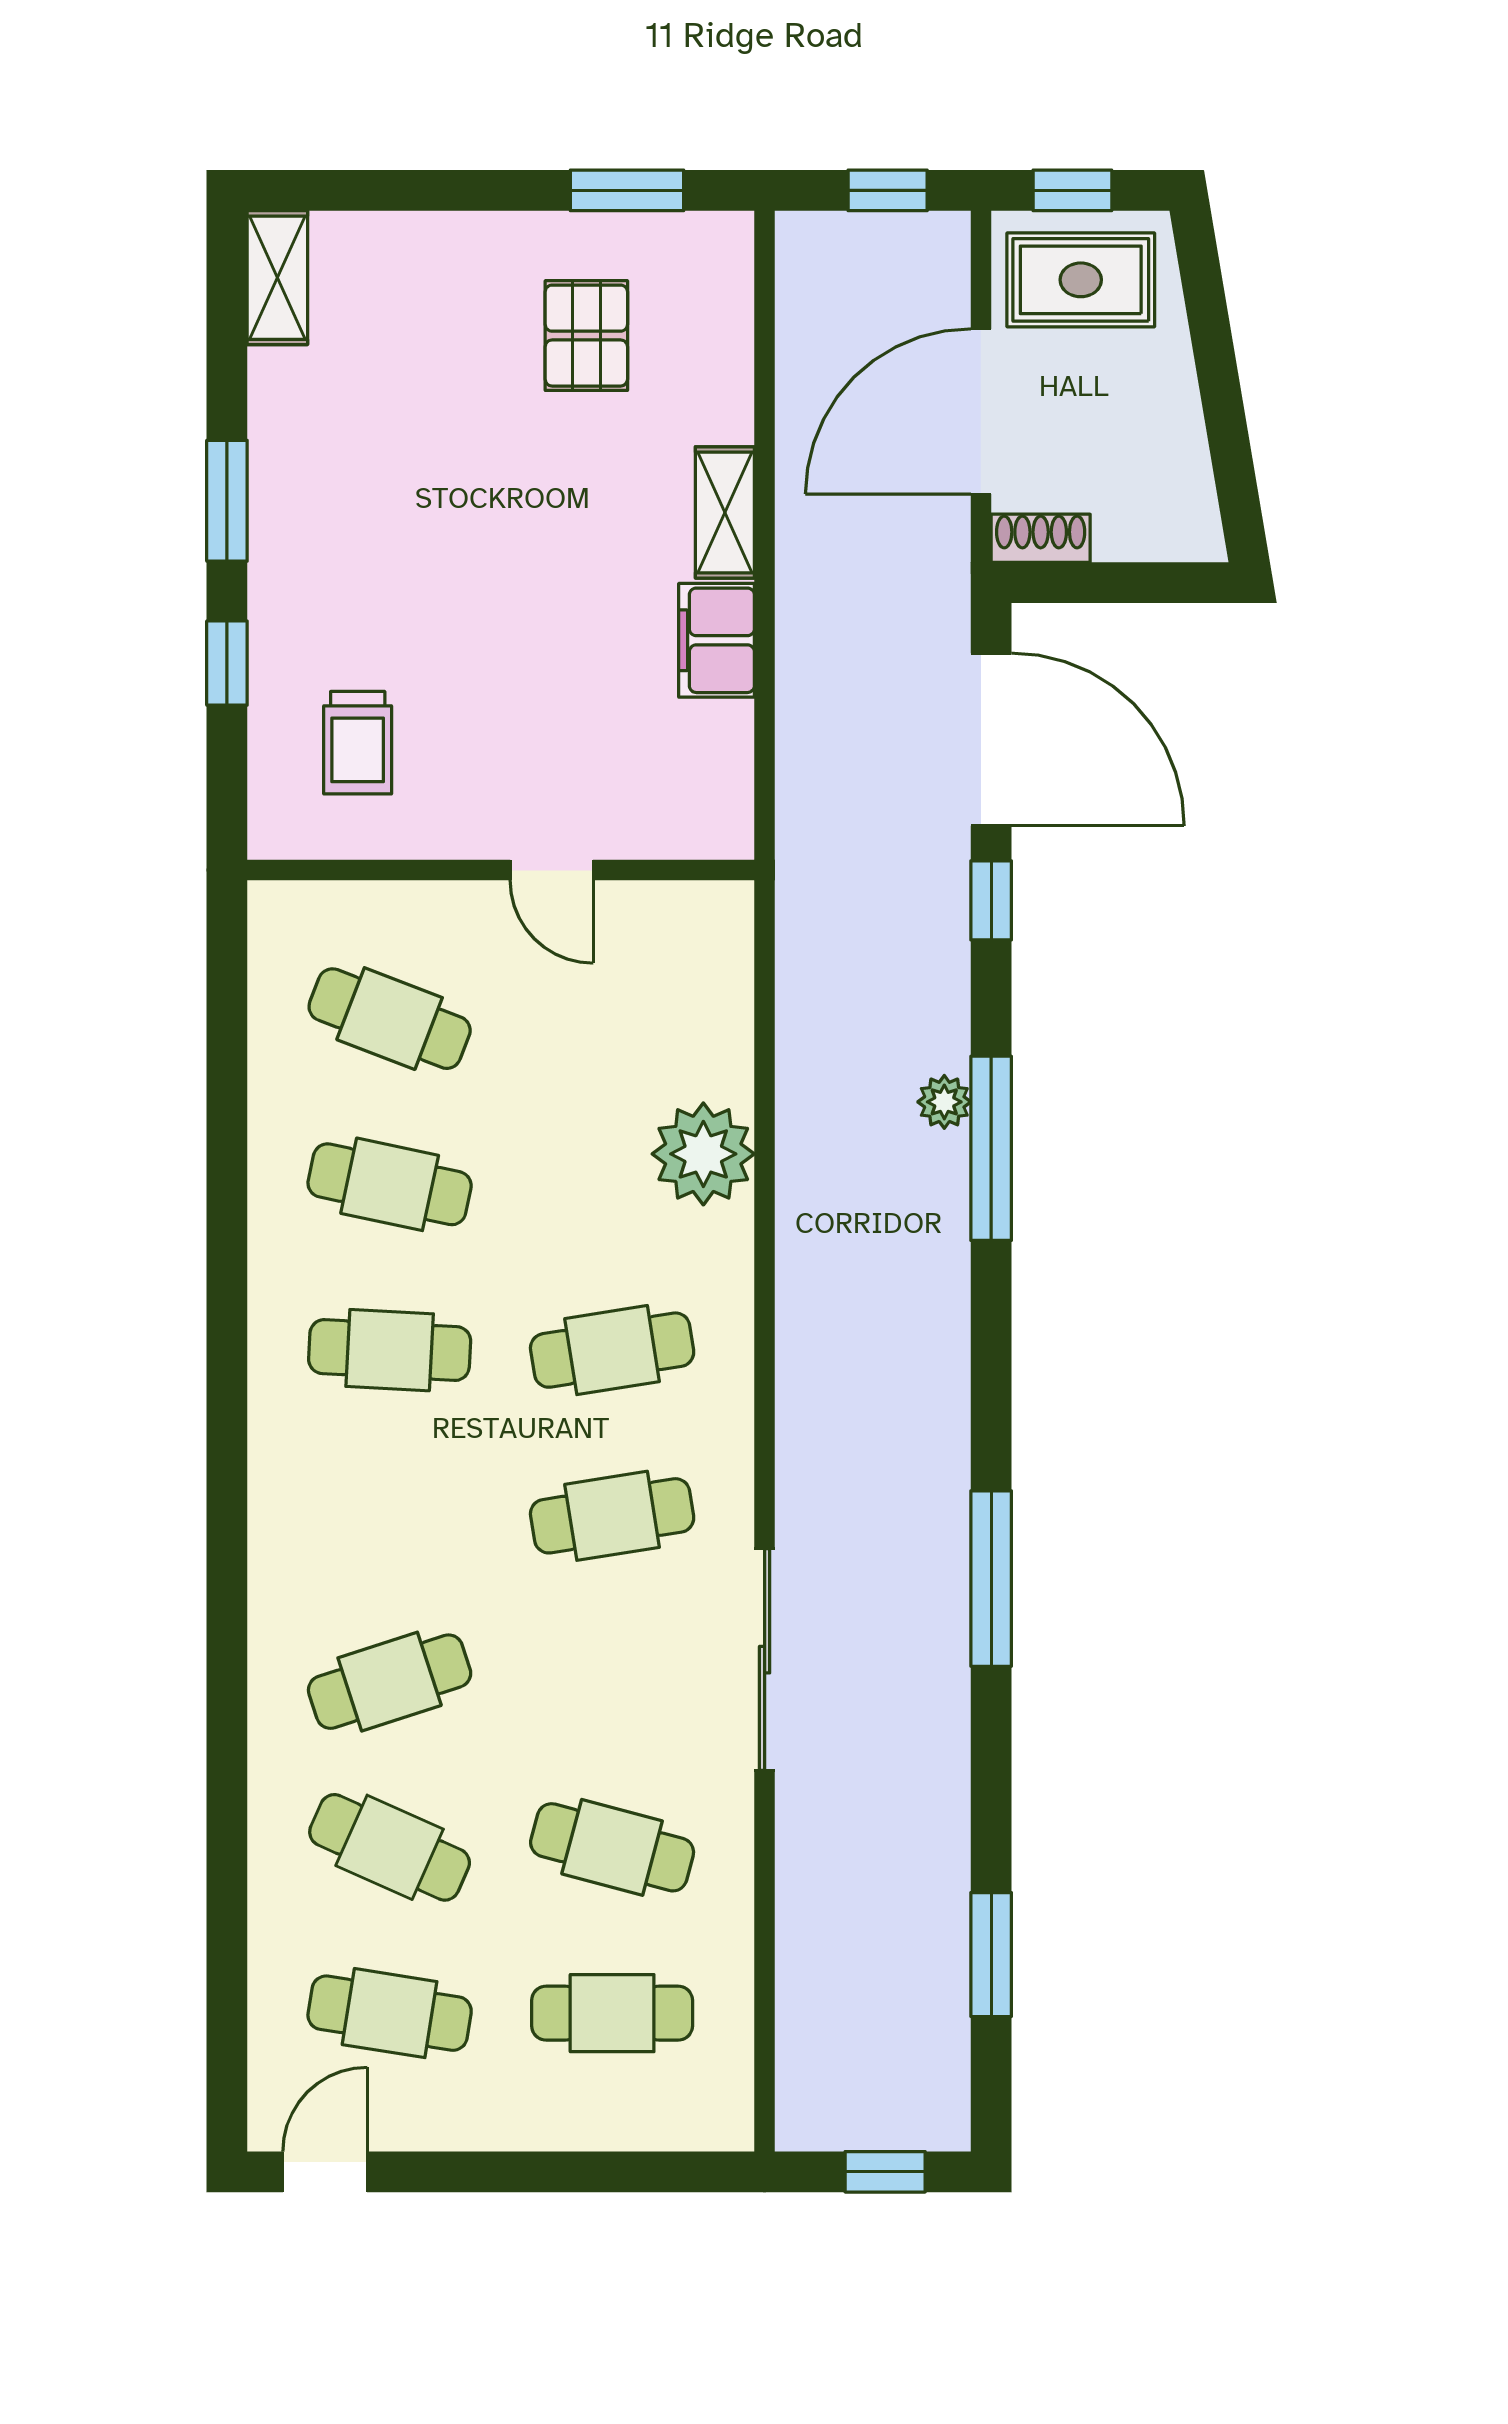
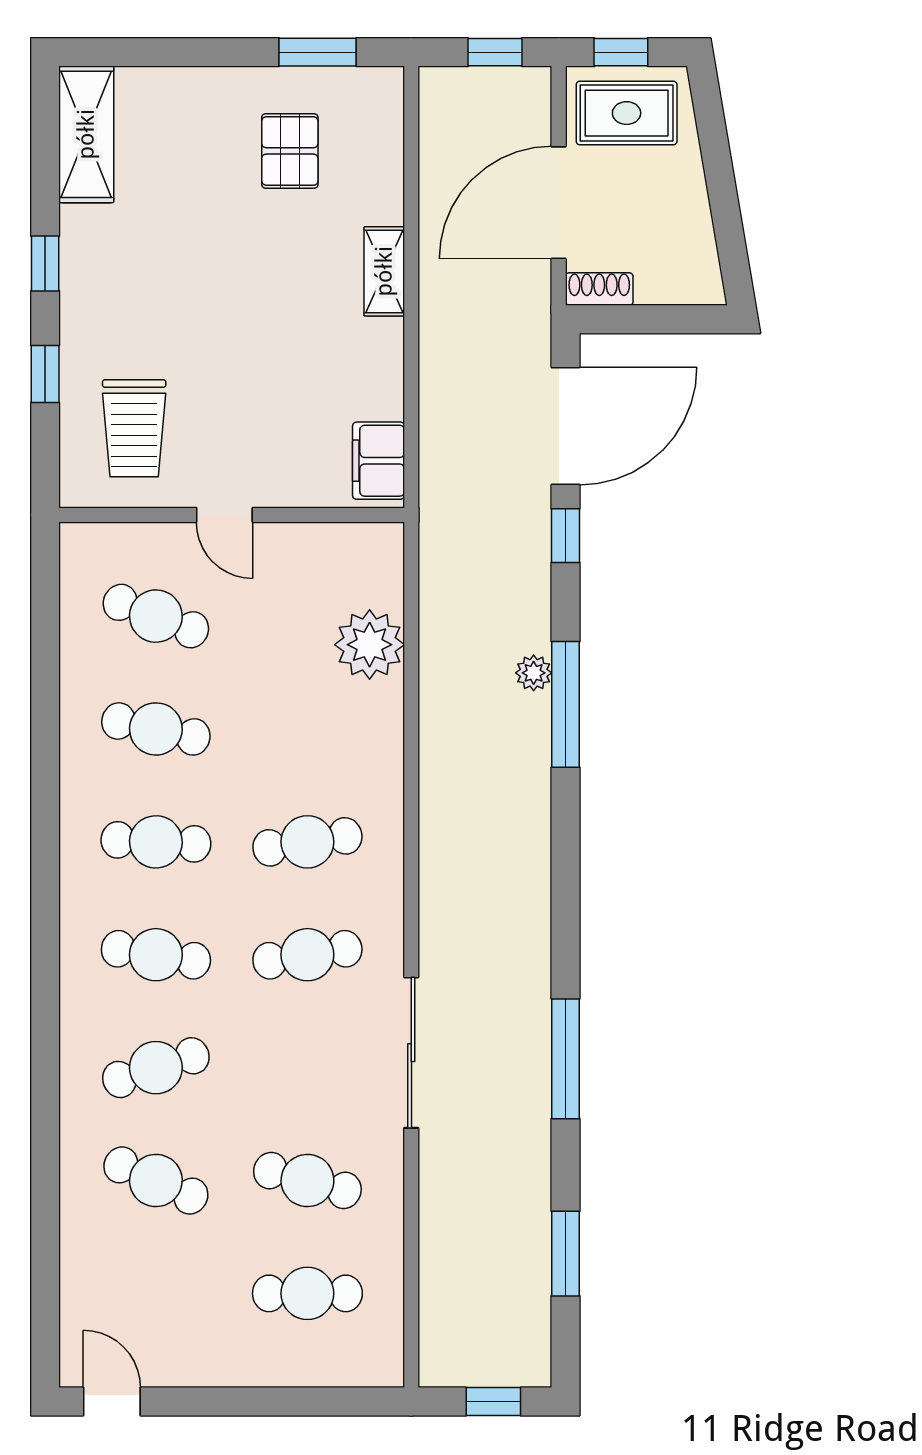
shelving: (277, 278) -> (86, 134), width x1.50, depth x1.33
window: (227, 501) -> (45, 263), width x0.67
filing cabinet: (717, 640) -> (379, 461), moved
door: (991, 739) -> (566, 426), hinge flipped
trolley: (358, 743) -> (134, 428), width x1.36, depth x1.39
door: (552, 870) -> (224, 515), moved
plant: (703, 1154) -> (370, 645), moved
window: (991, 1579) -> (566, 1059), moved
cafe table: (390, 2013) -> (156, 955), moved
door: (325, 2172) -> (112, 1401), hinge flipped

